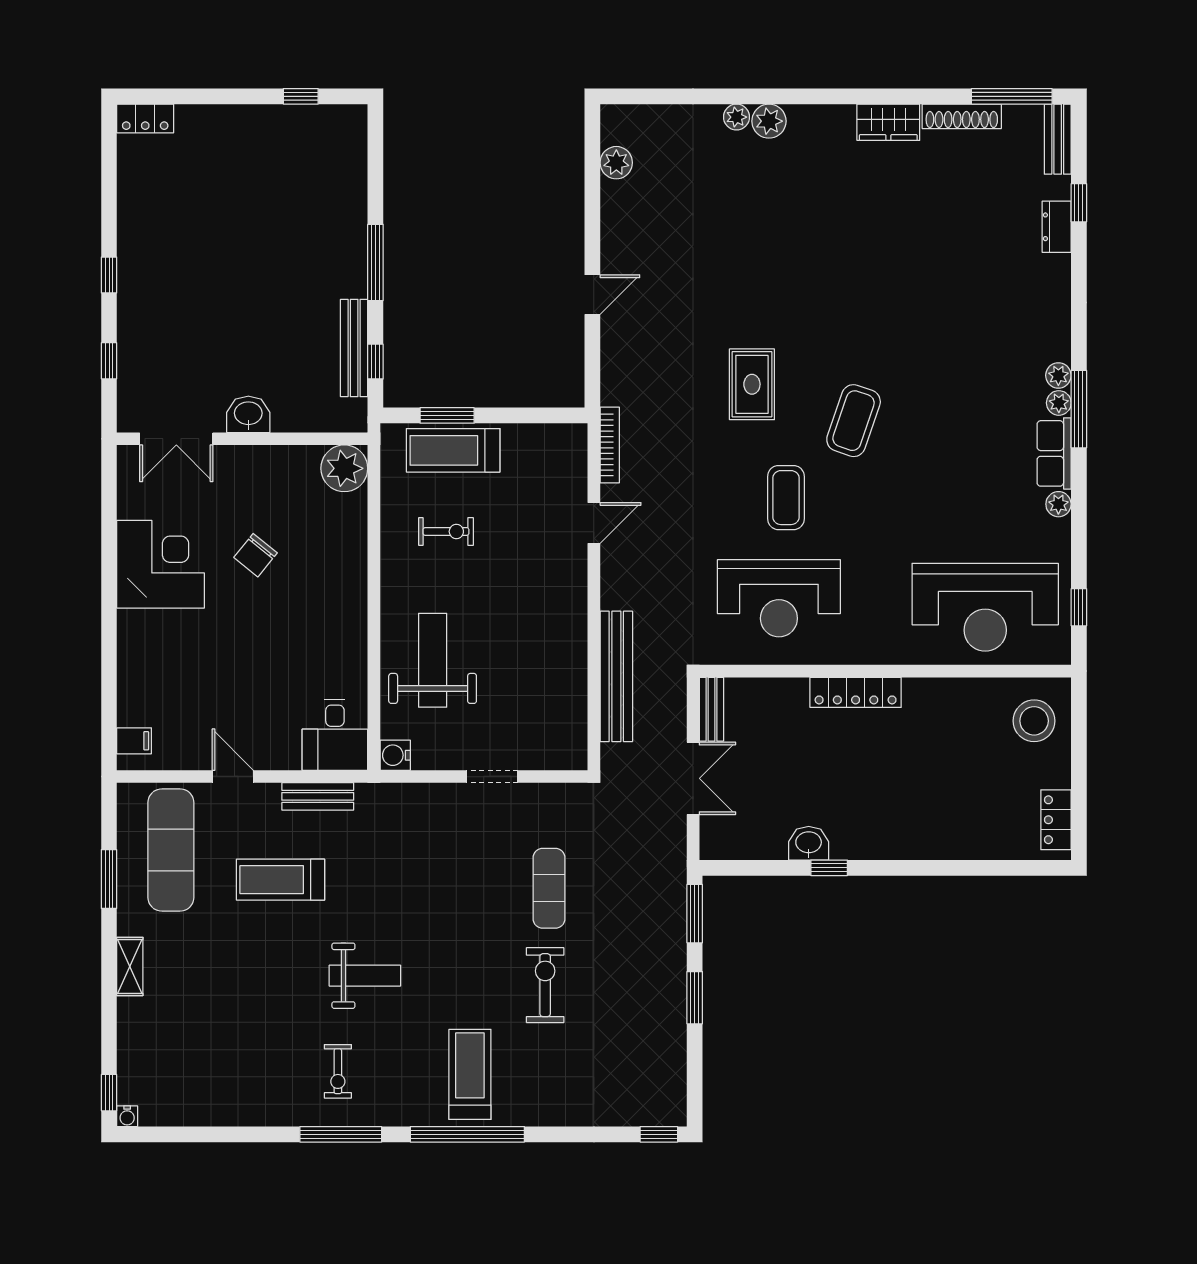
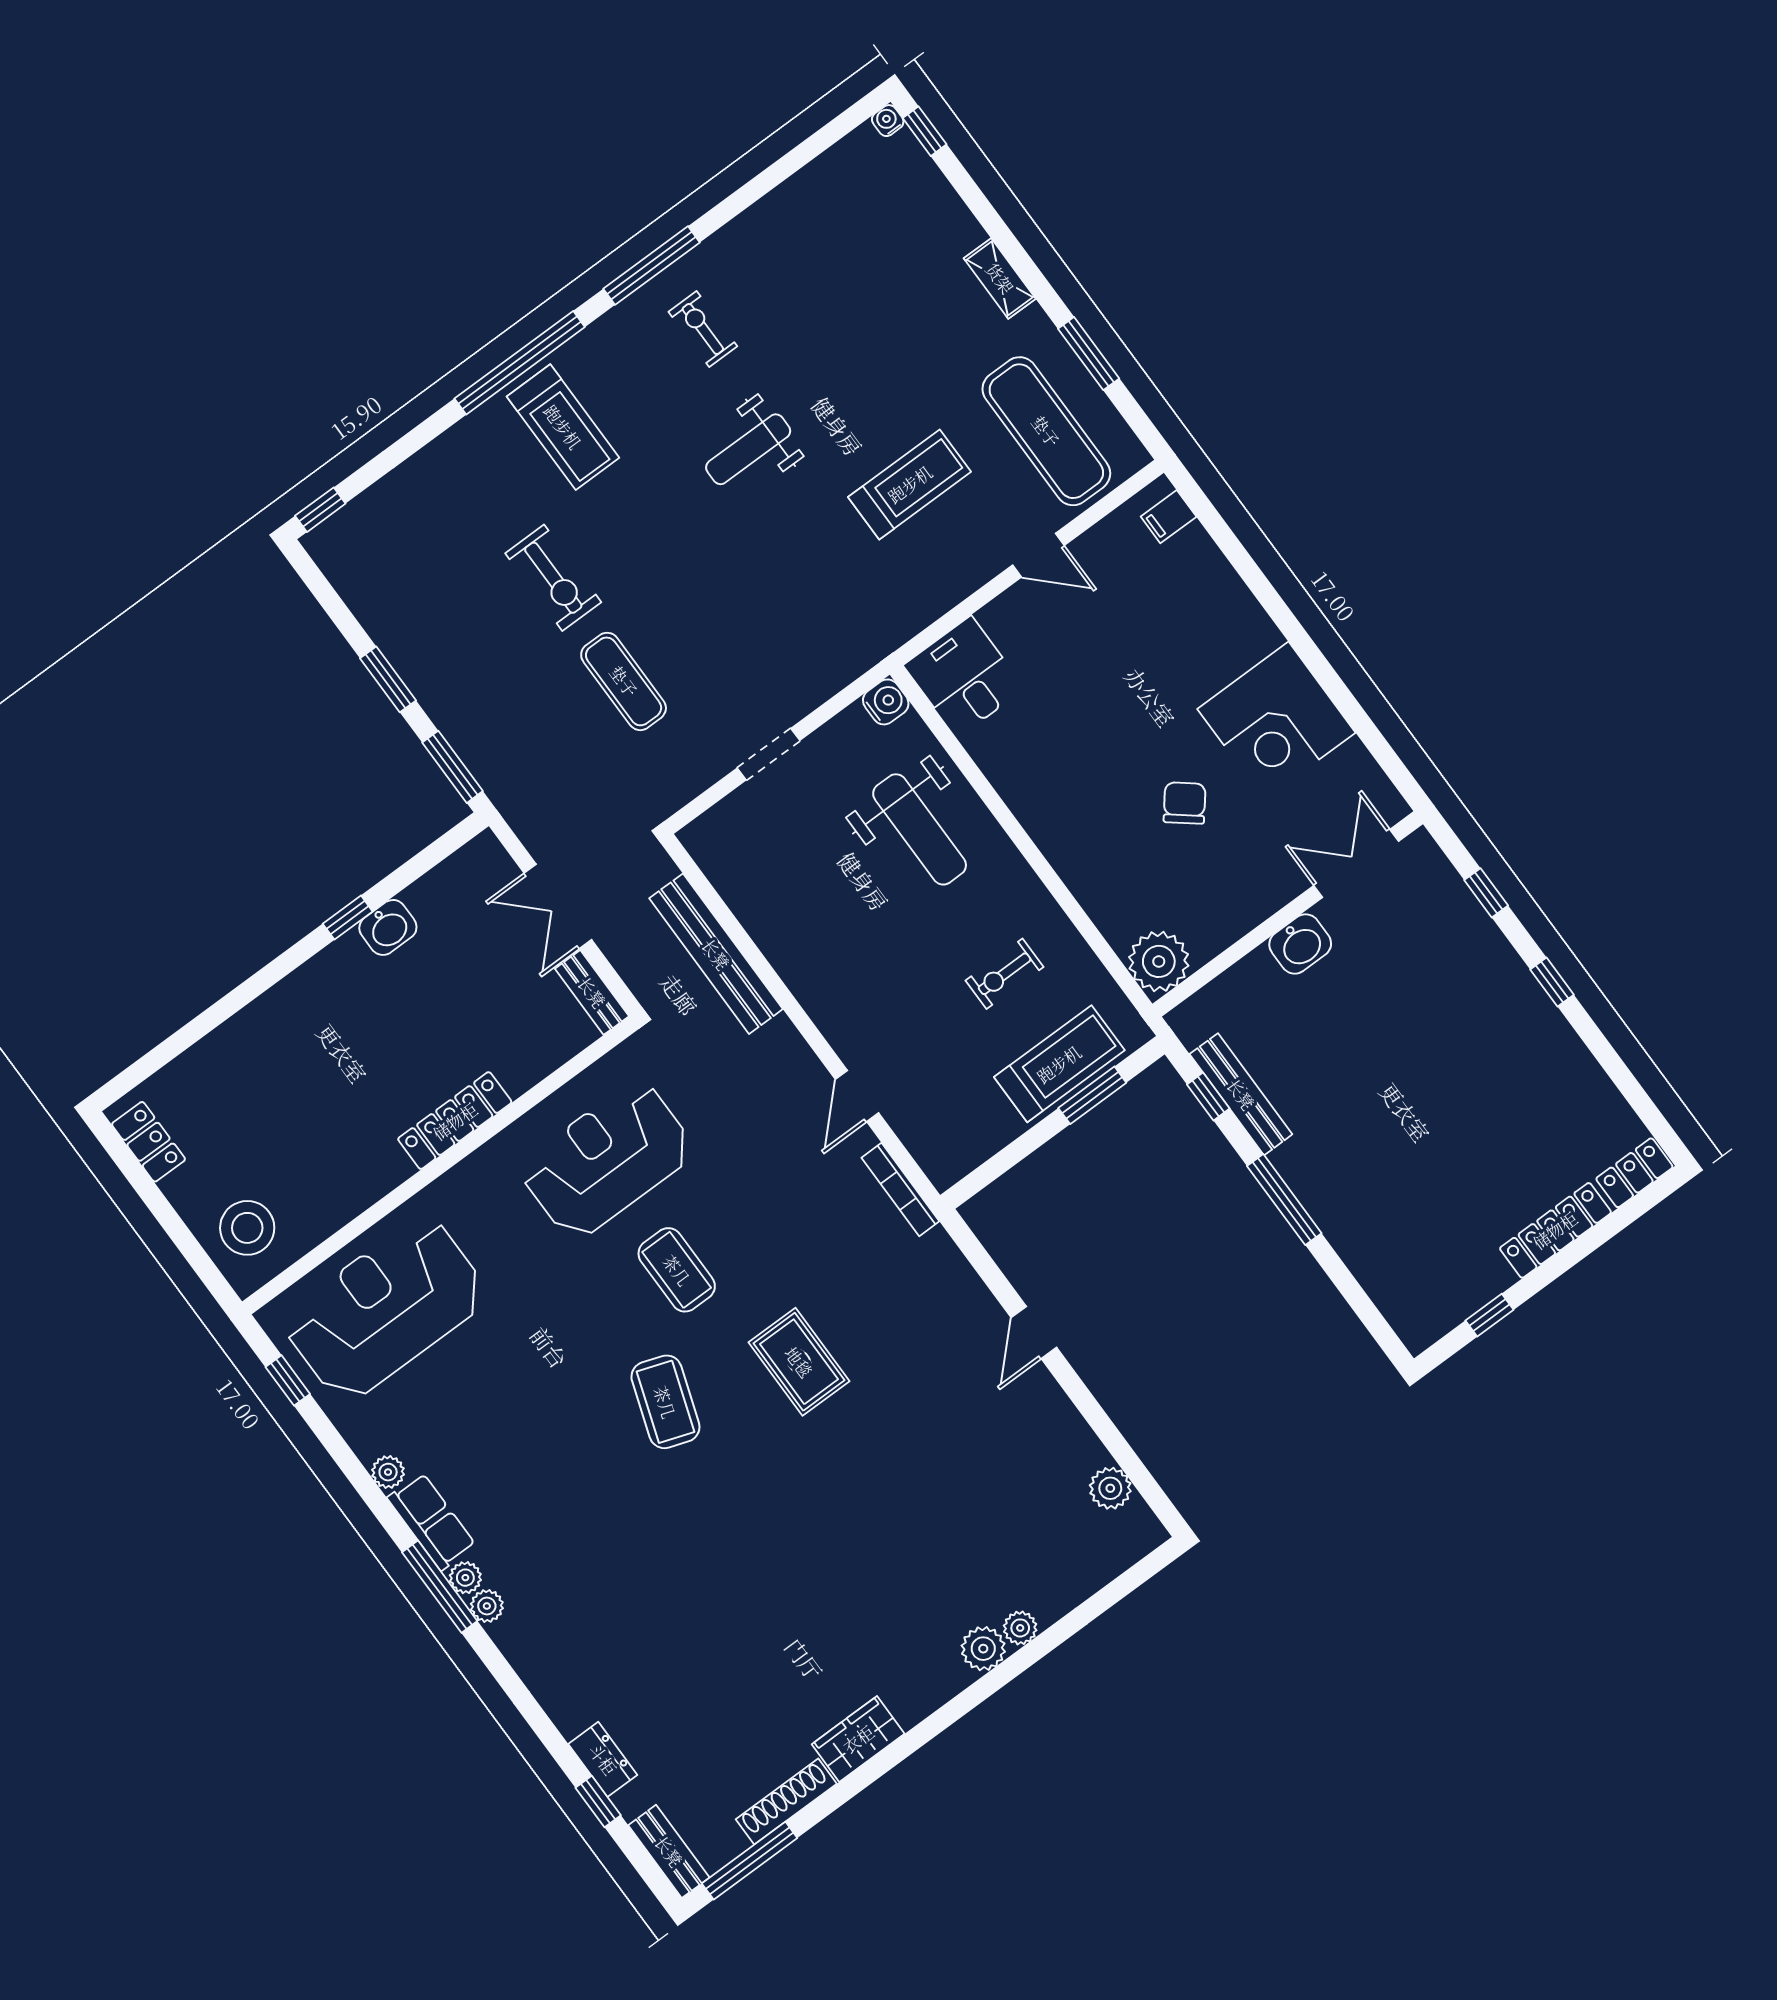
locker: (221, 119) -> (1555, 1230), added
bench: (318, 796) -> (935, 600), removed

